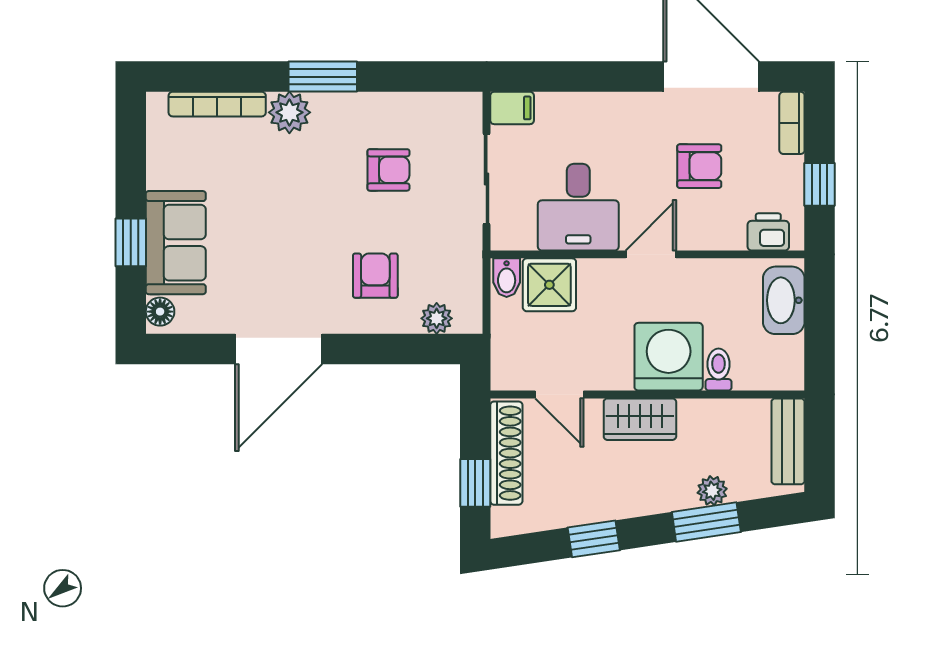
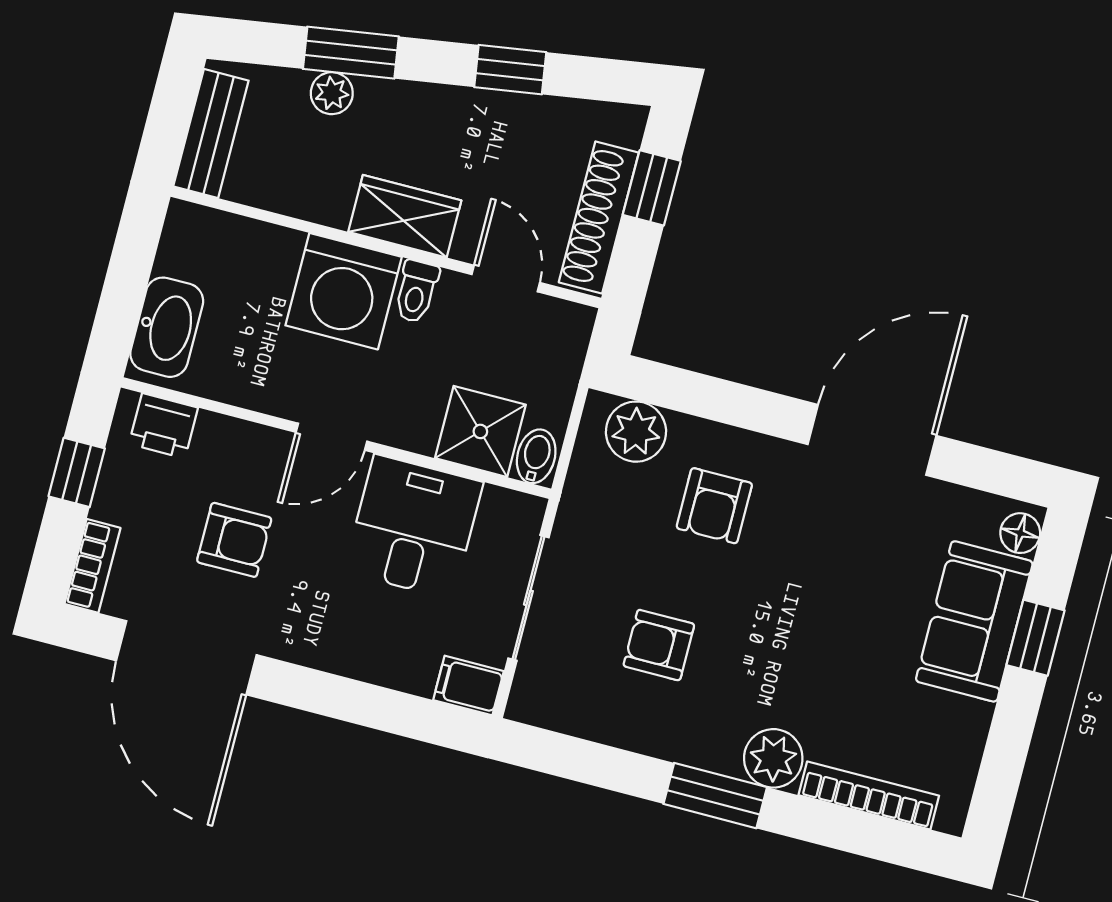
armchair: (699, 166) -> (234, 540), turned 180
plant: (437, 318) -> (636, 432), width x1.38, depth x1.38
toilet: (719, 370) -> (416, 291), moved

